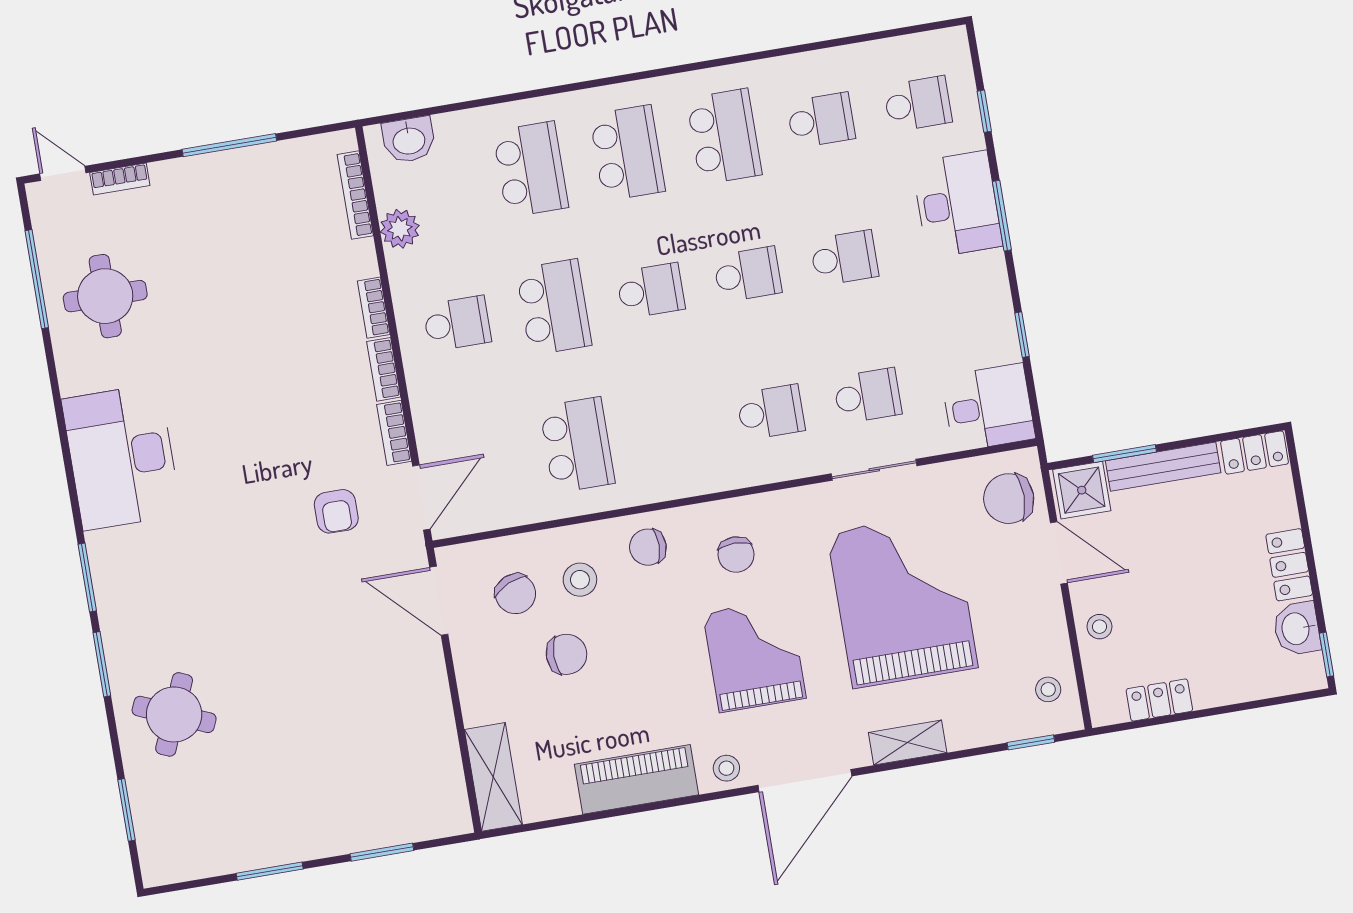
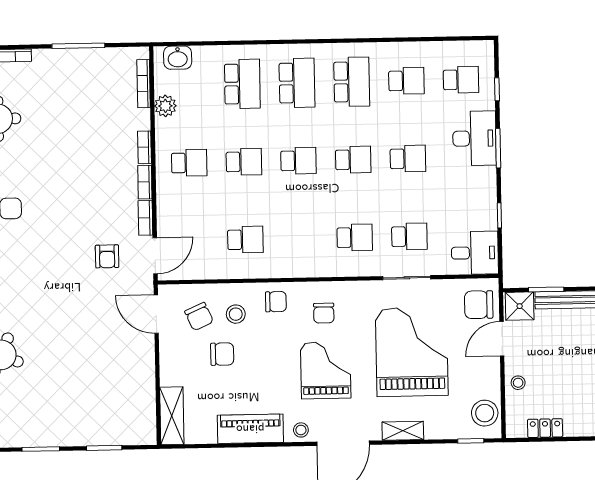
school desk: (554, 307) -> (244, 162), width x0.54
school desk: (577, 445) -> (245, 240), width x0.54
chair: (648, 547) -> (276, 302), turned 180
door: (1059, 553) -> (502, 339), swing flipped
stool: (1048, 689) -> (485, 413), width x1.89, depth x1.89

